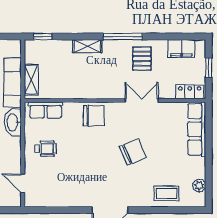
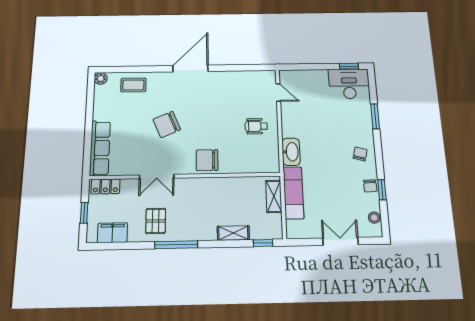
shelving: (87, 46) -> (233, 233), moved
row of seats: (46, 110) -> (257, 165), removed
plant: (199, 186) -> (101, 79), moved

